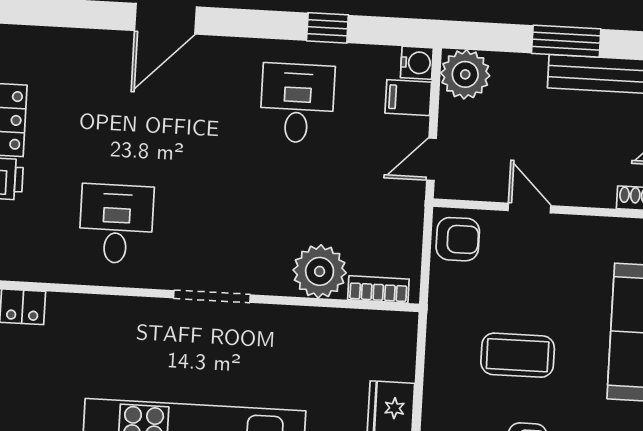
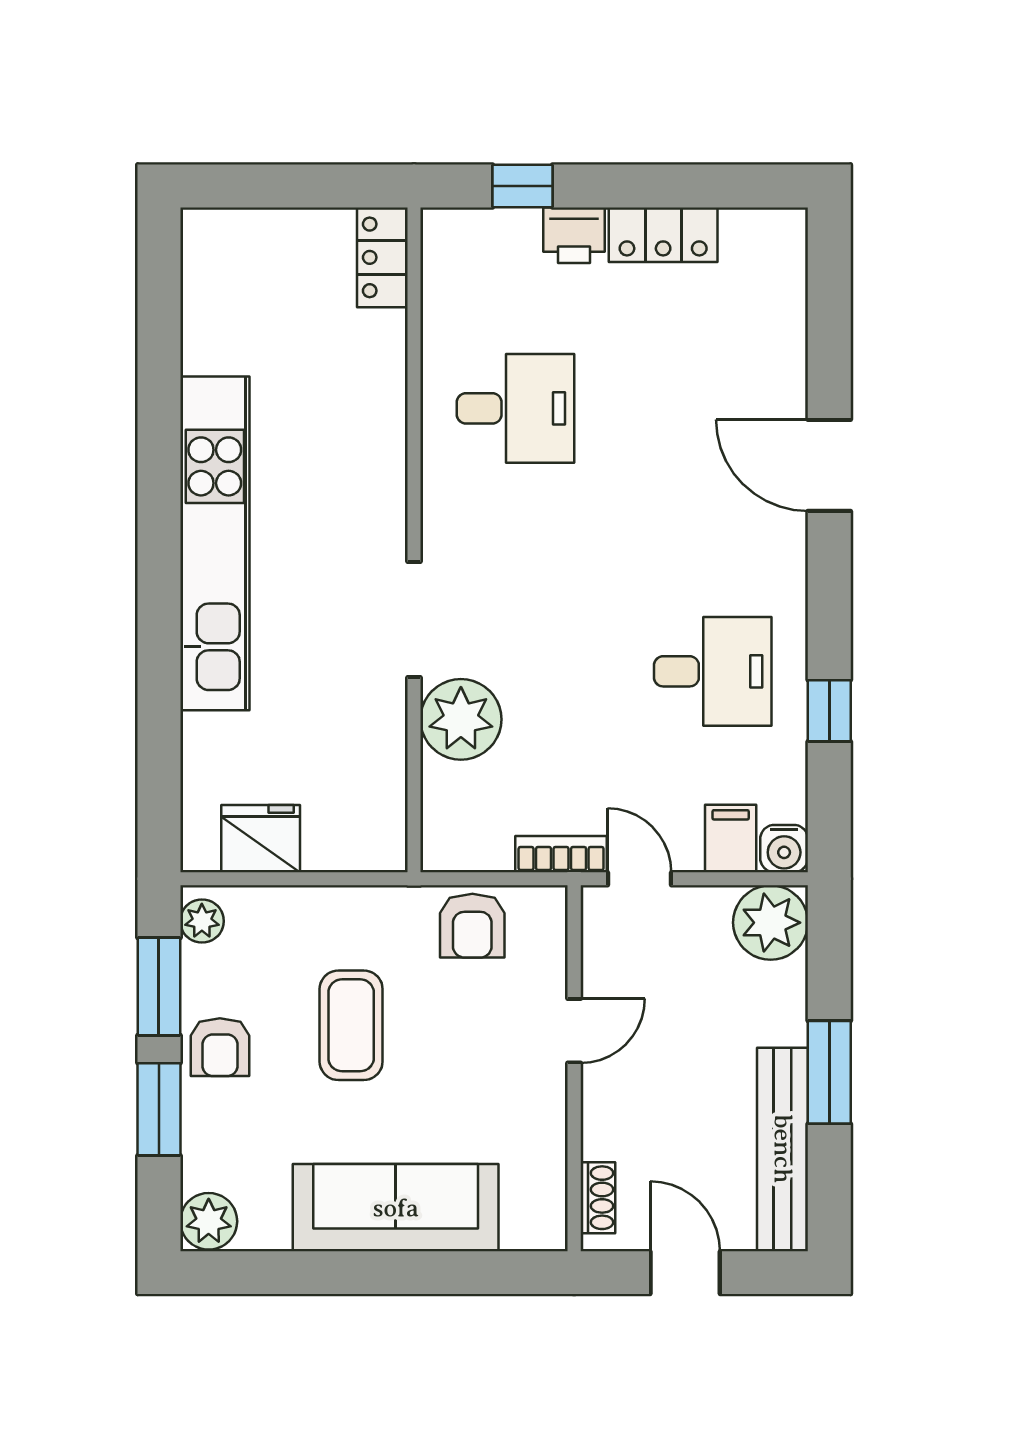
armchair: (458, 239) -> (472, 926), moved
bookcase: (378, 289) -> (561, 854), moved, turned -90
doorway: (212, 296) -> (414, 620), moved

